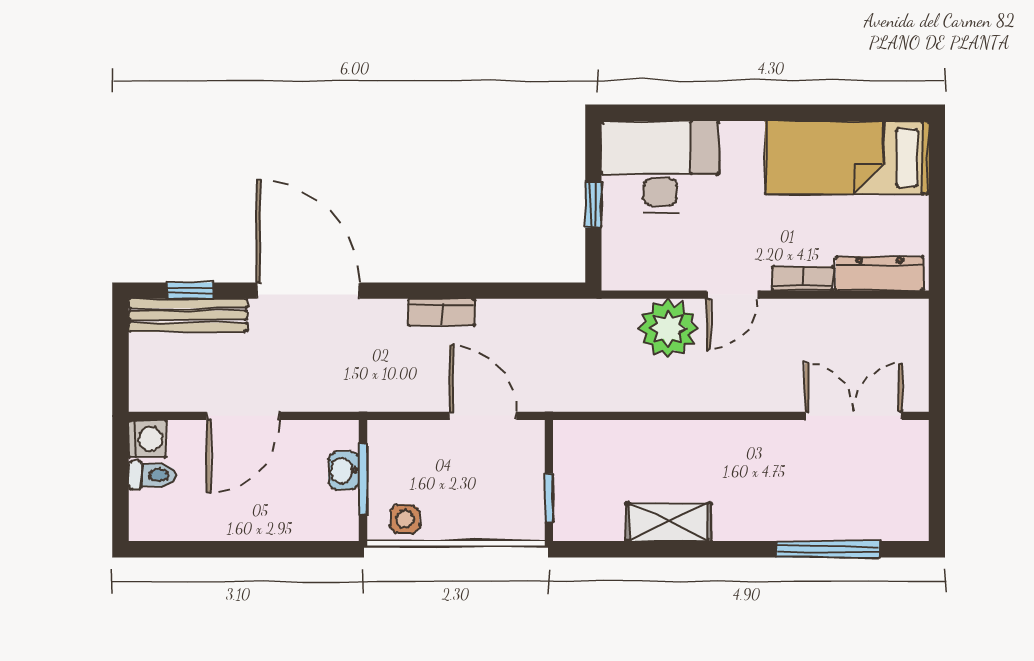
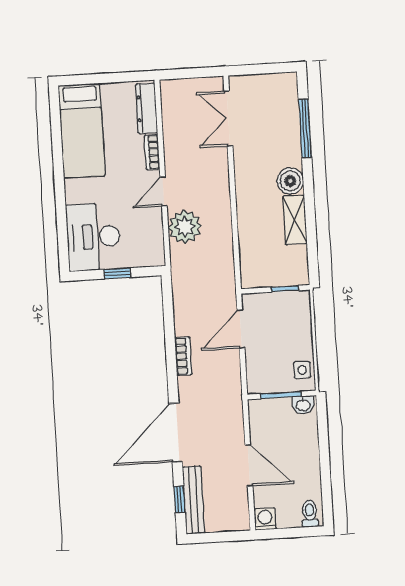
door: (732, 295) -> (164, 191), swing flipped
washbasin: (344, 470) -> (303, 405), moved
toilet: (152, 475) -> (310, 514), moved
boiler: (737, 518) -> (290, 181), added

